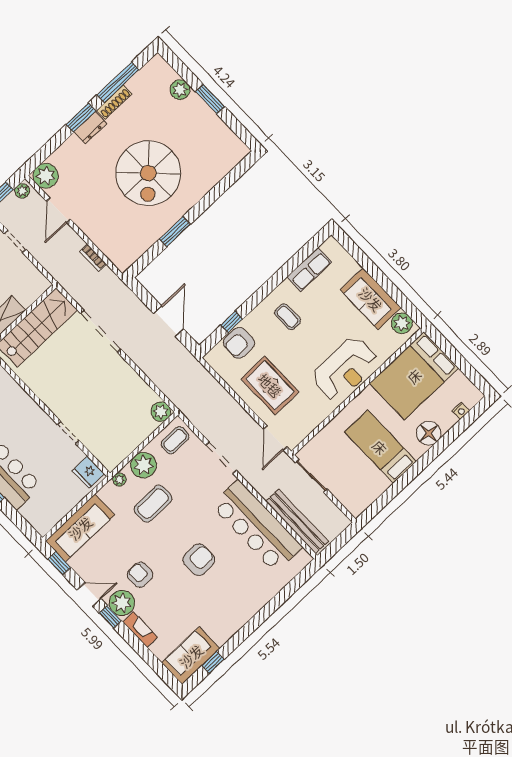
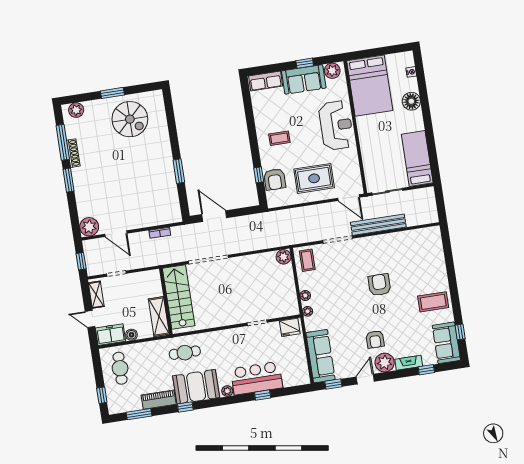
plant: (180, 90) -> (76, 110), moved
dresser: (90, 128) -> (79, 179), removed
spiral stairs: (148, 173) -> (130, 119), moved, width x0.73, depth x0.73
plant: (22, 191) -> (89, 248), removed
row of seats: (309, 270) -> (266, 81), moved, turned 90
window: (389, 287) -> (305, 63), added
door: (169, 321) -> (214, 216), moved
bed: (380, 447) -> (417, 159), moved, turned 90
plant: (143, 465) -> (305, 295), width x0.53, depth x0.53
coffee table: (153, 504) -> (433, 302), moved, turned 90
bench: (297, 521) -> (378, 225), moved
bar counter: (257, 526) -> (395, 247), removed
armchair: (199, 560) -> (379, 285), moved
armchair: (140, 575) -> (375, 339), turned -90
window: (110, 617) -> (426, 370), moved

